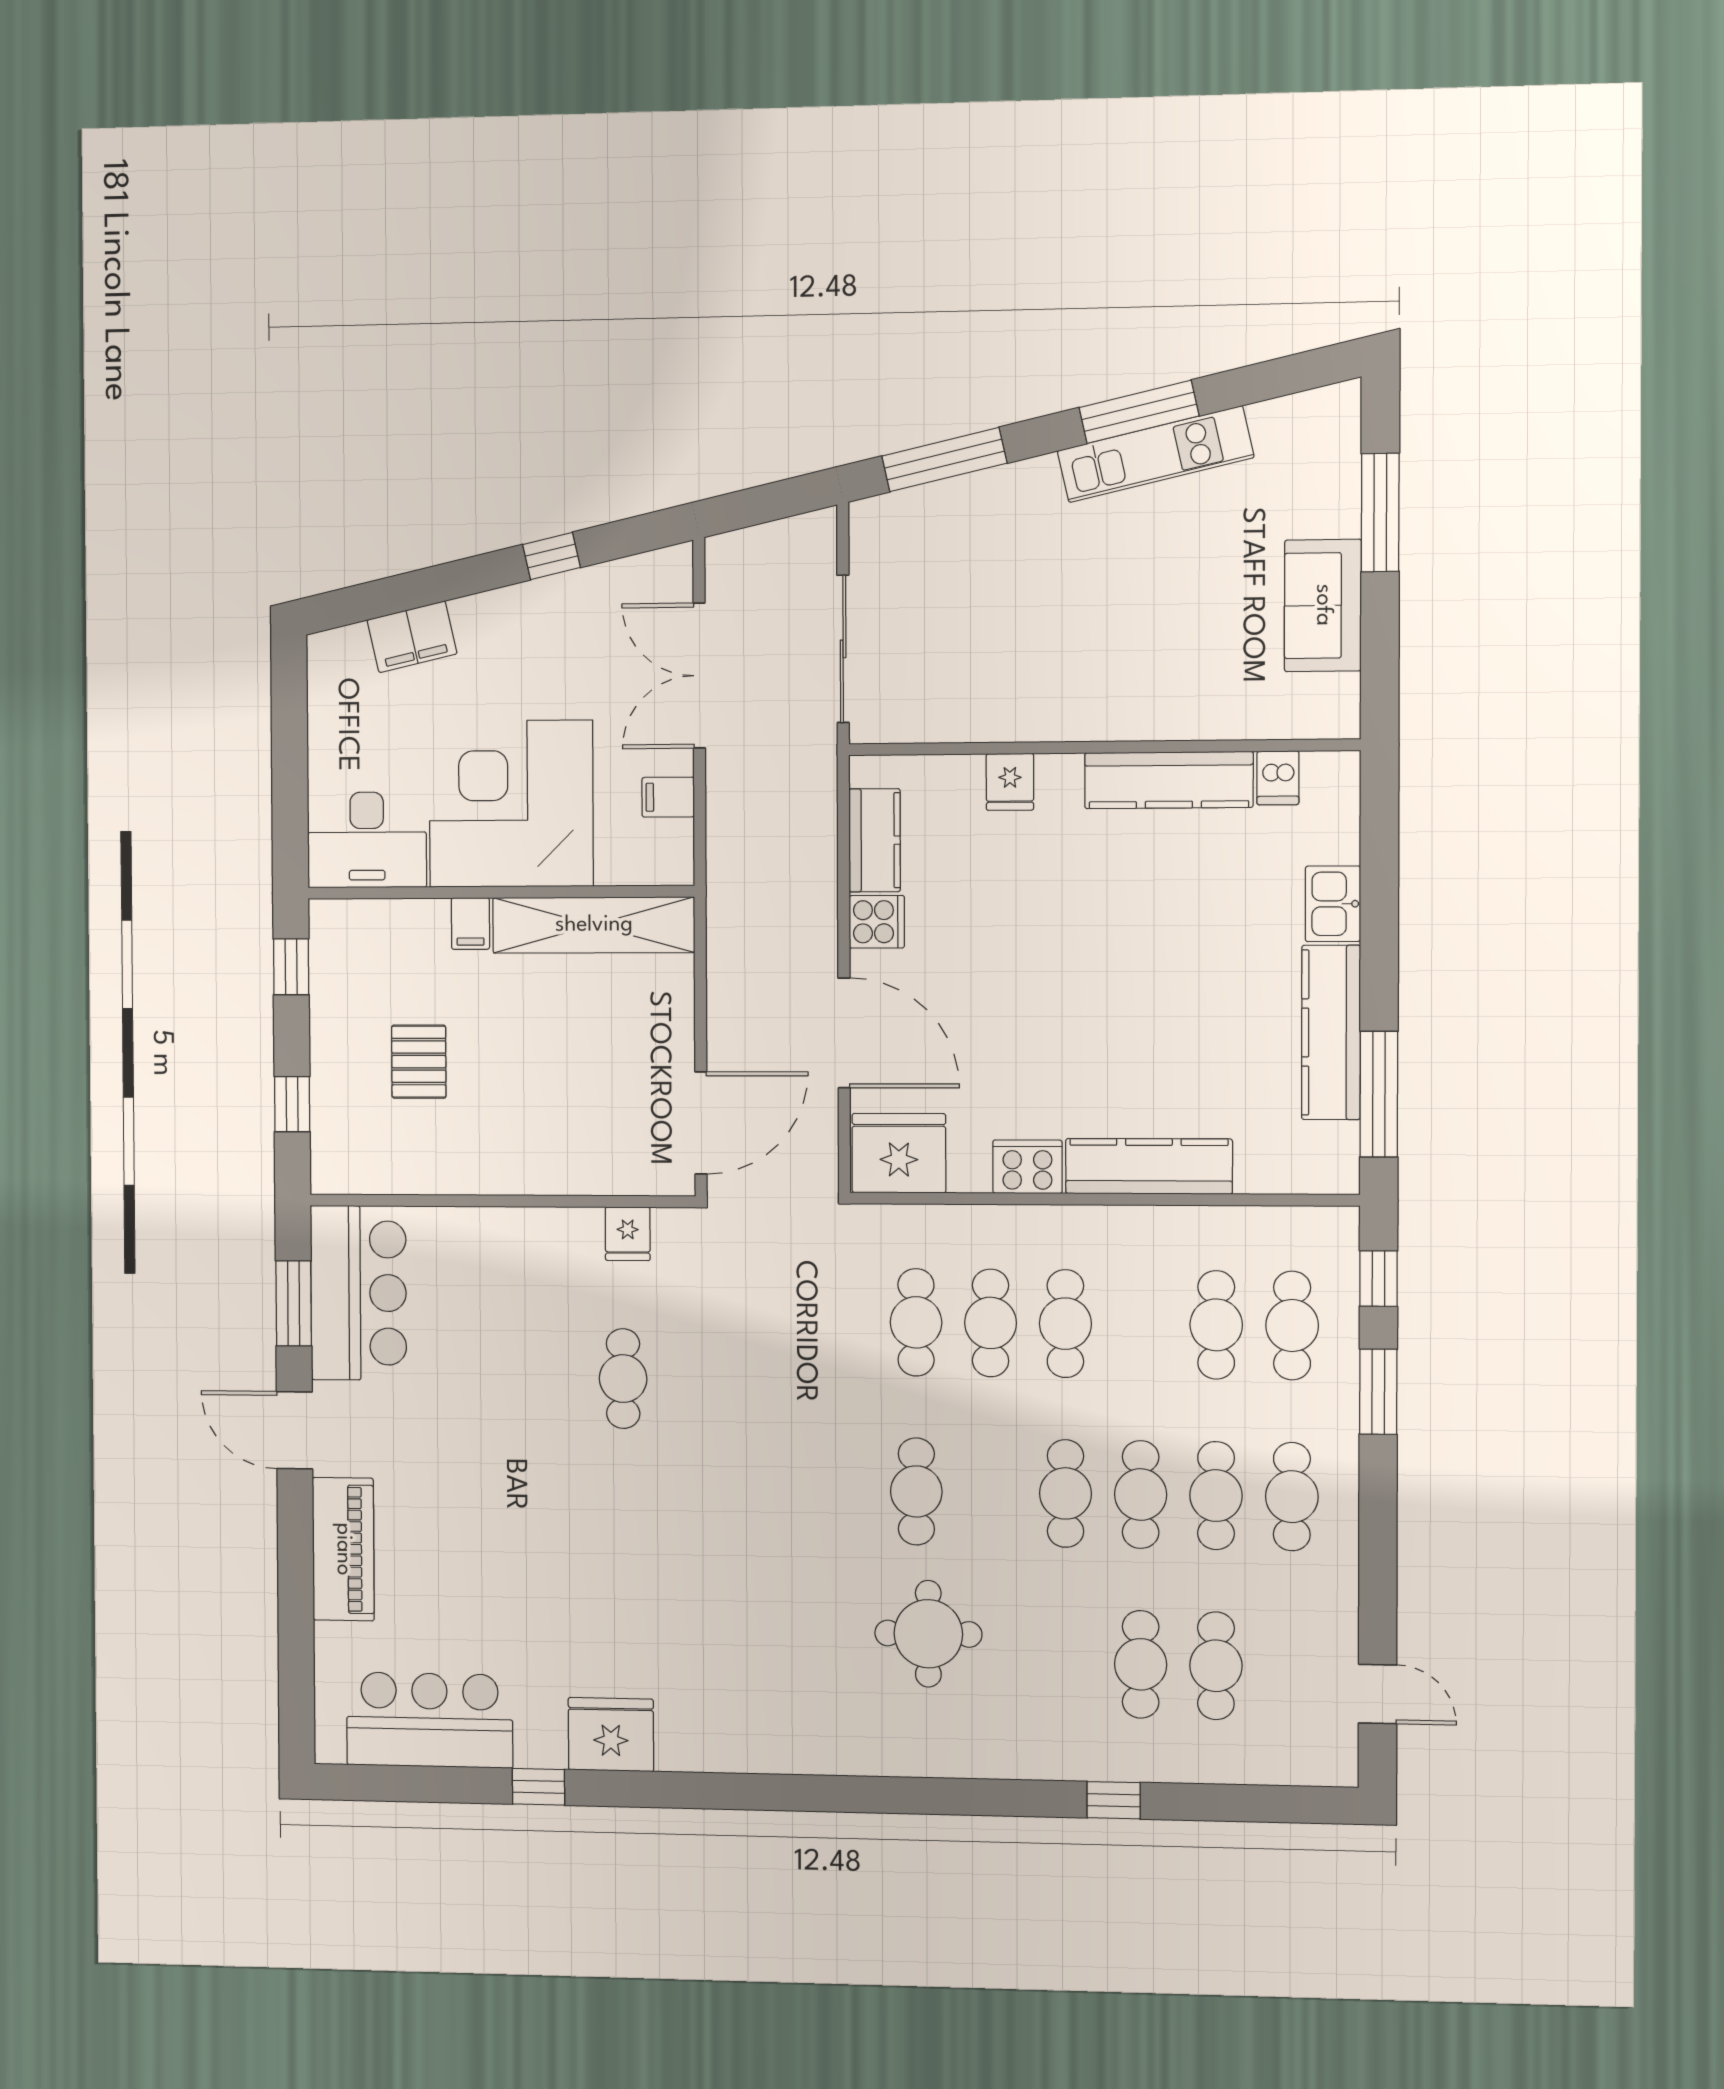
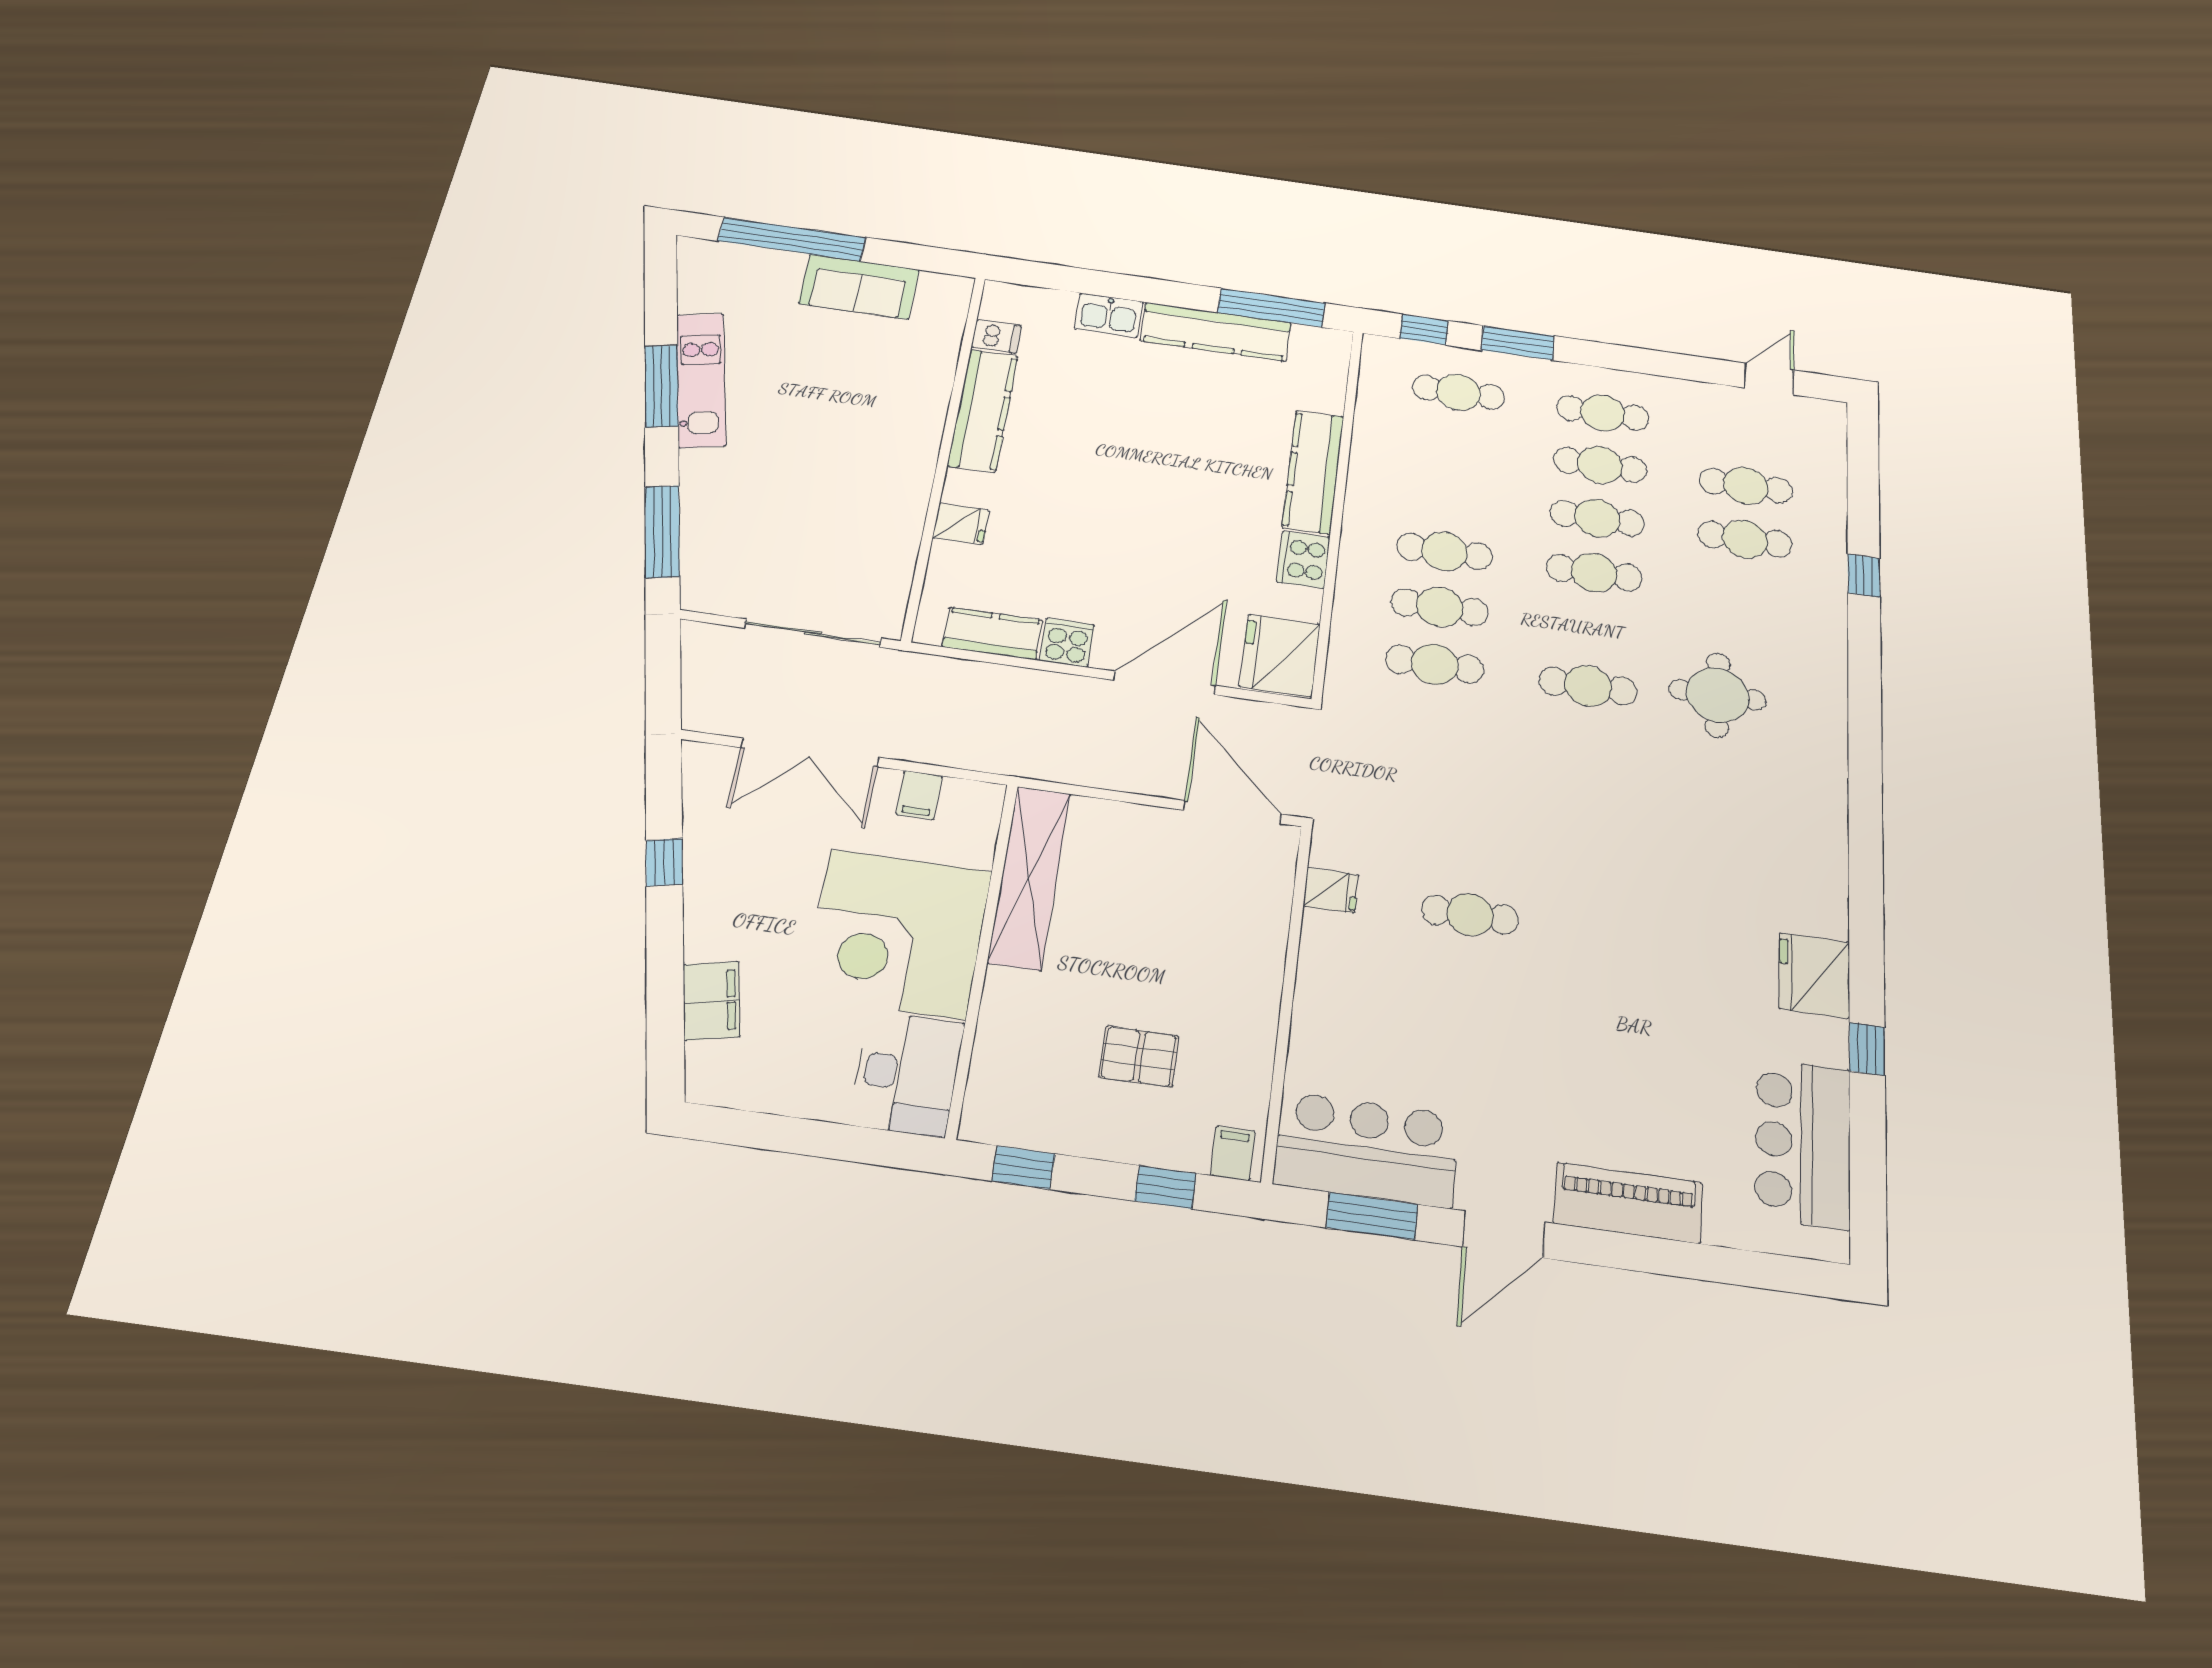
window: (1380, 513) -> (792, 239), width x1.46
filing cabinet: (470, 924) -> (1233, 1153), moved, turned -90
cafe table: (1216, 1325) -> (1454, 444), removed

